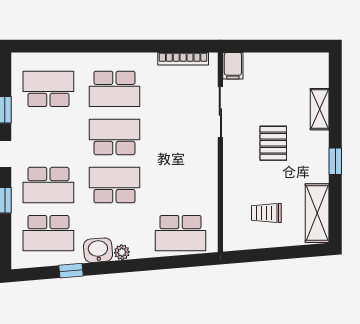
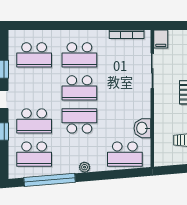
school desk: (48, 89) -> (34, 55), turned 180
school desk: (114, 137) -> (79, 88), turned 180
washbasin: (98, 250) -> (142, 128), moved, turned -85
window: (71, 271) -> (50, 180), width x3.17

